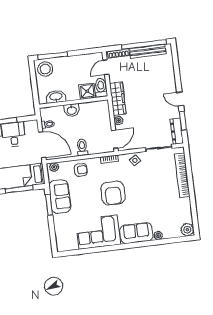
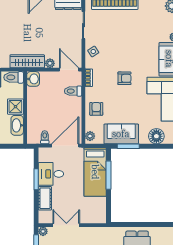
shower: (87, 91) -> (15, 107), moved
washbasin: (72, 110) -> (33, 79), moved
toilet: (82, 147) -> (73, 91), moved
armchair: (113, 193) -> (124, 78), width x0.53, depth x0.53
floor lamp: (62, 230) -> (156, 136), added

